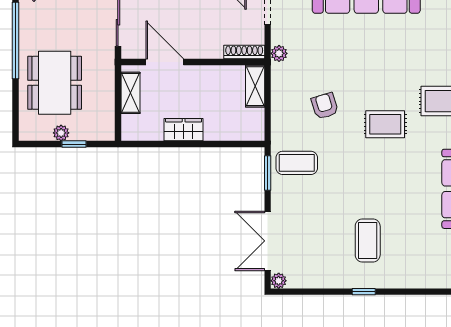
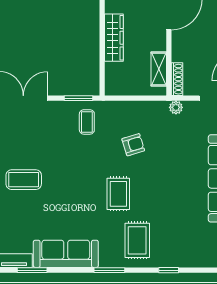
shelving: (255, 86) -> (159, 69), moved, turned 90
wardrobe: (184, 130) -> (114, 38), width x1.50
coffee table: (297, 163) -> (87, 122), width x0.73, depth x0.77

